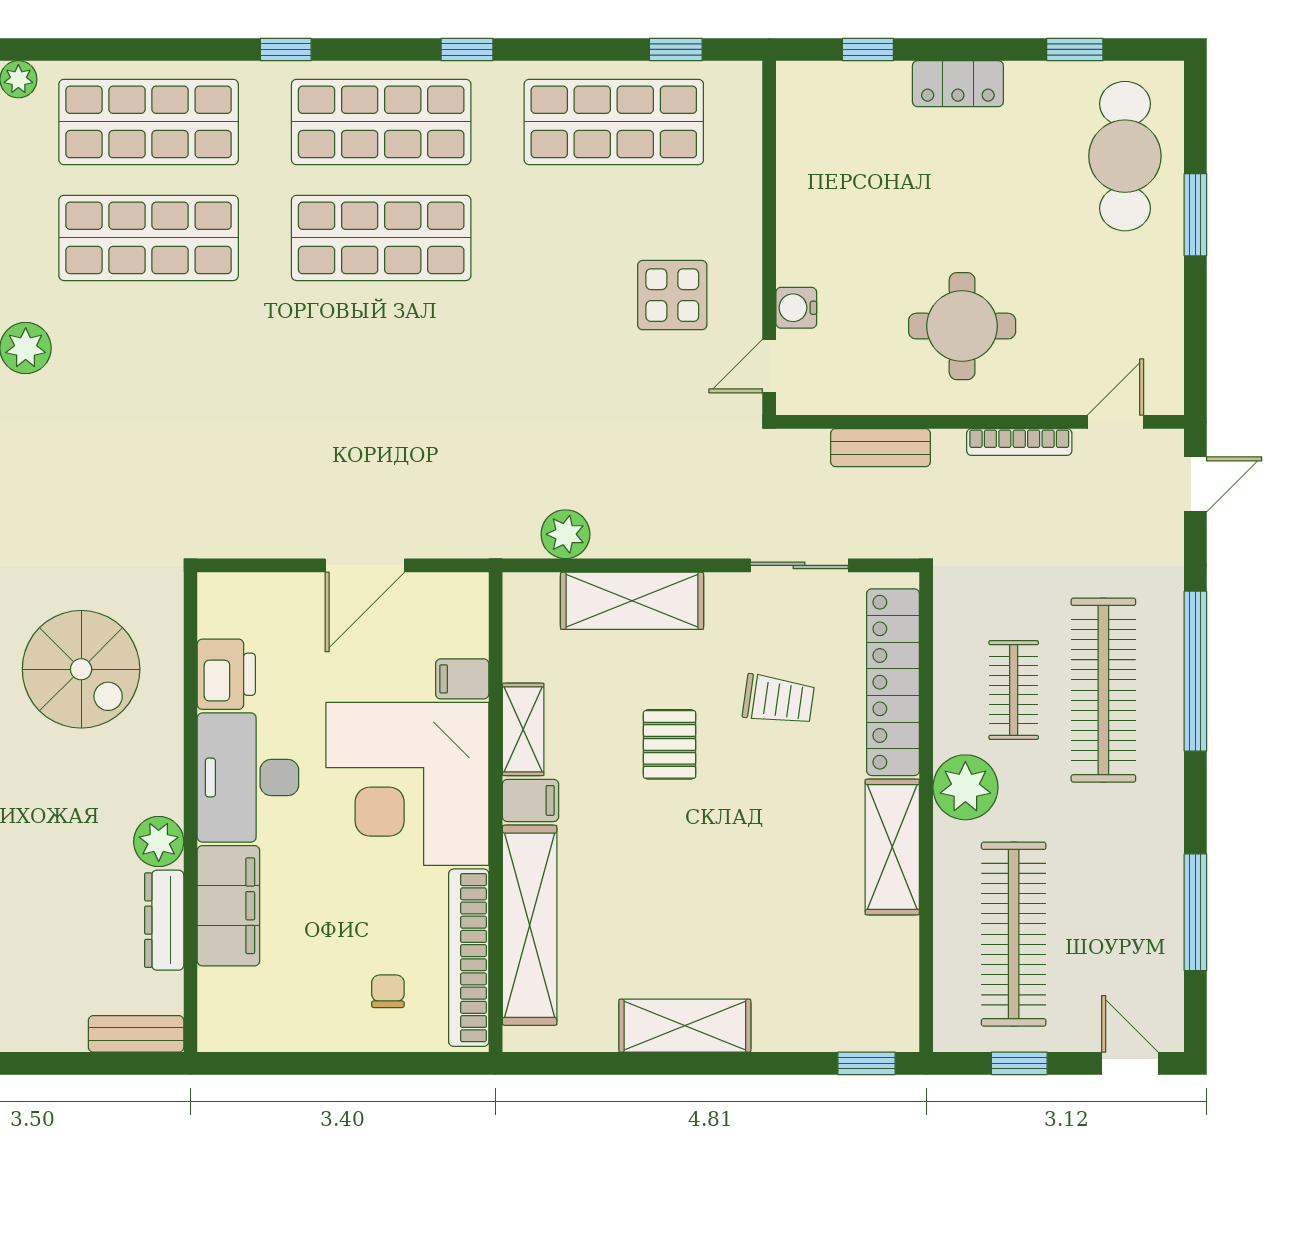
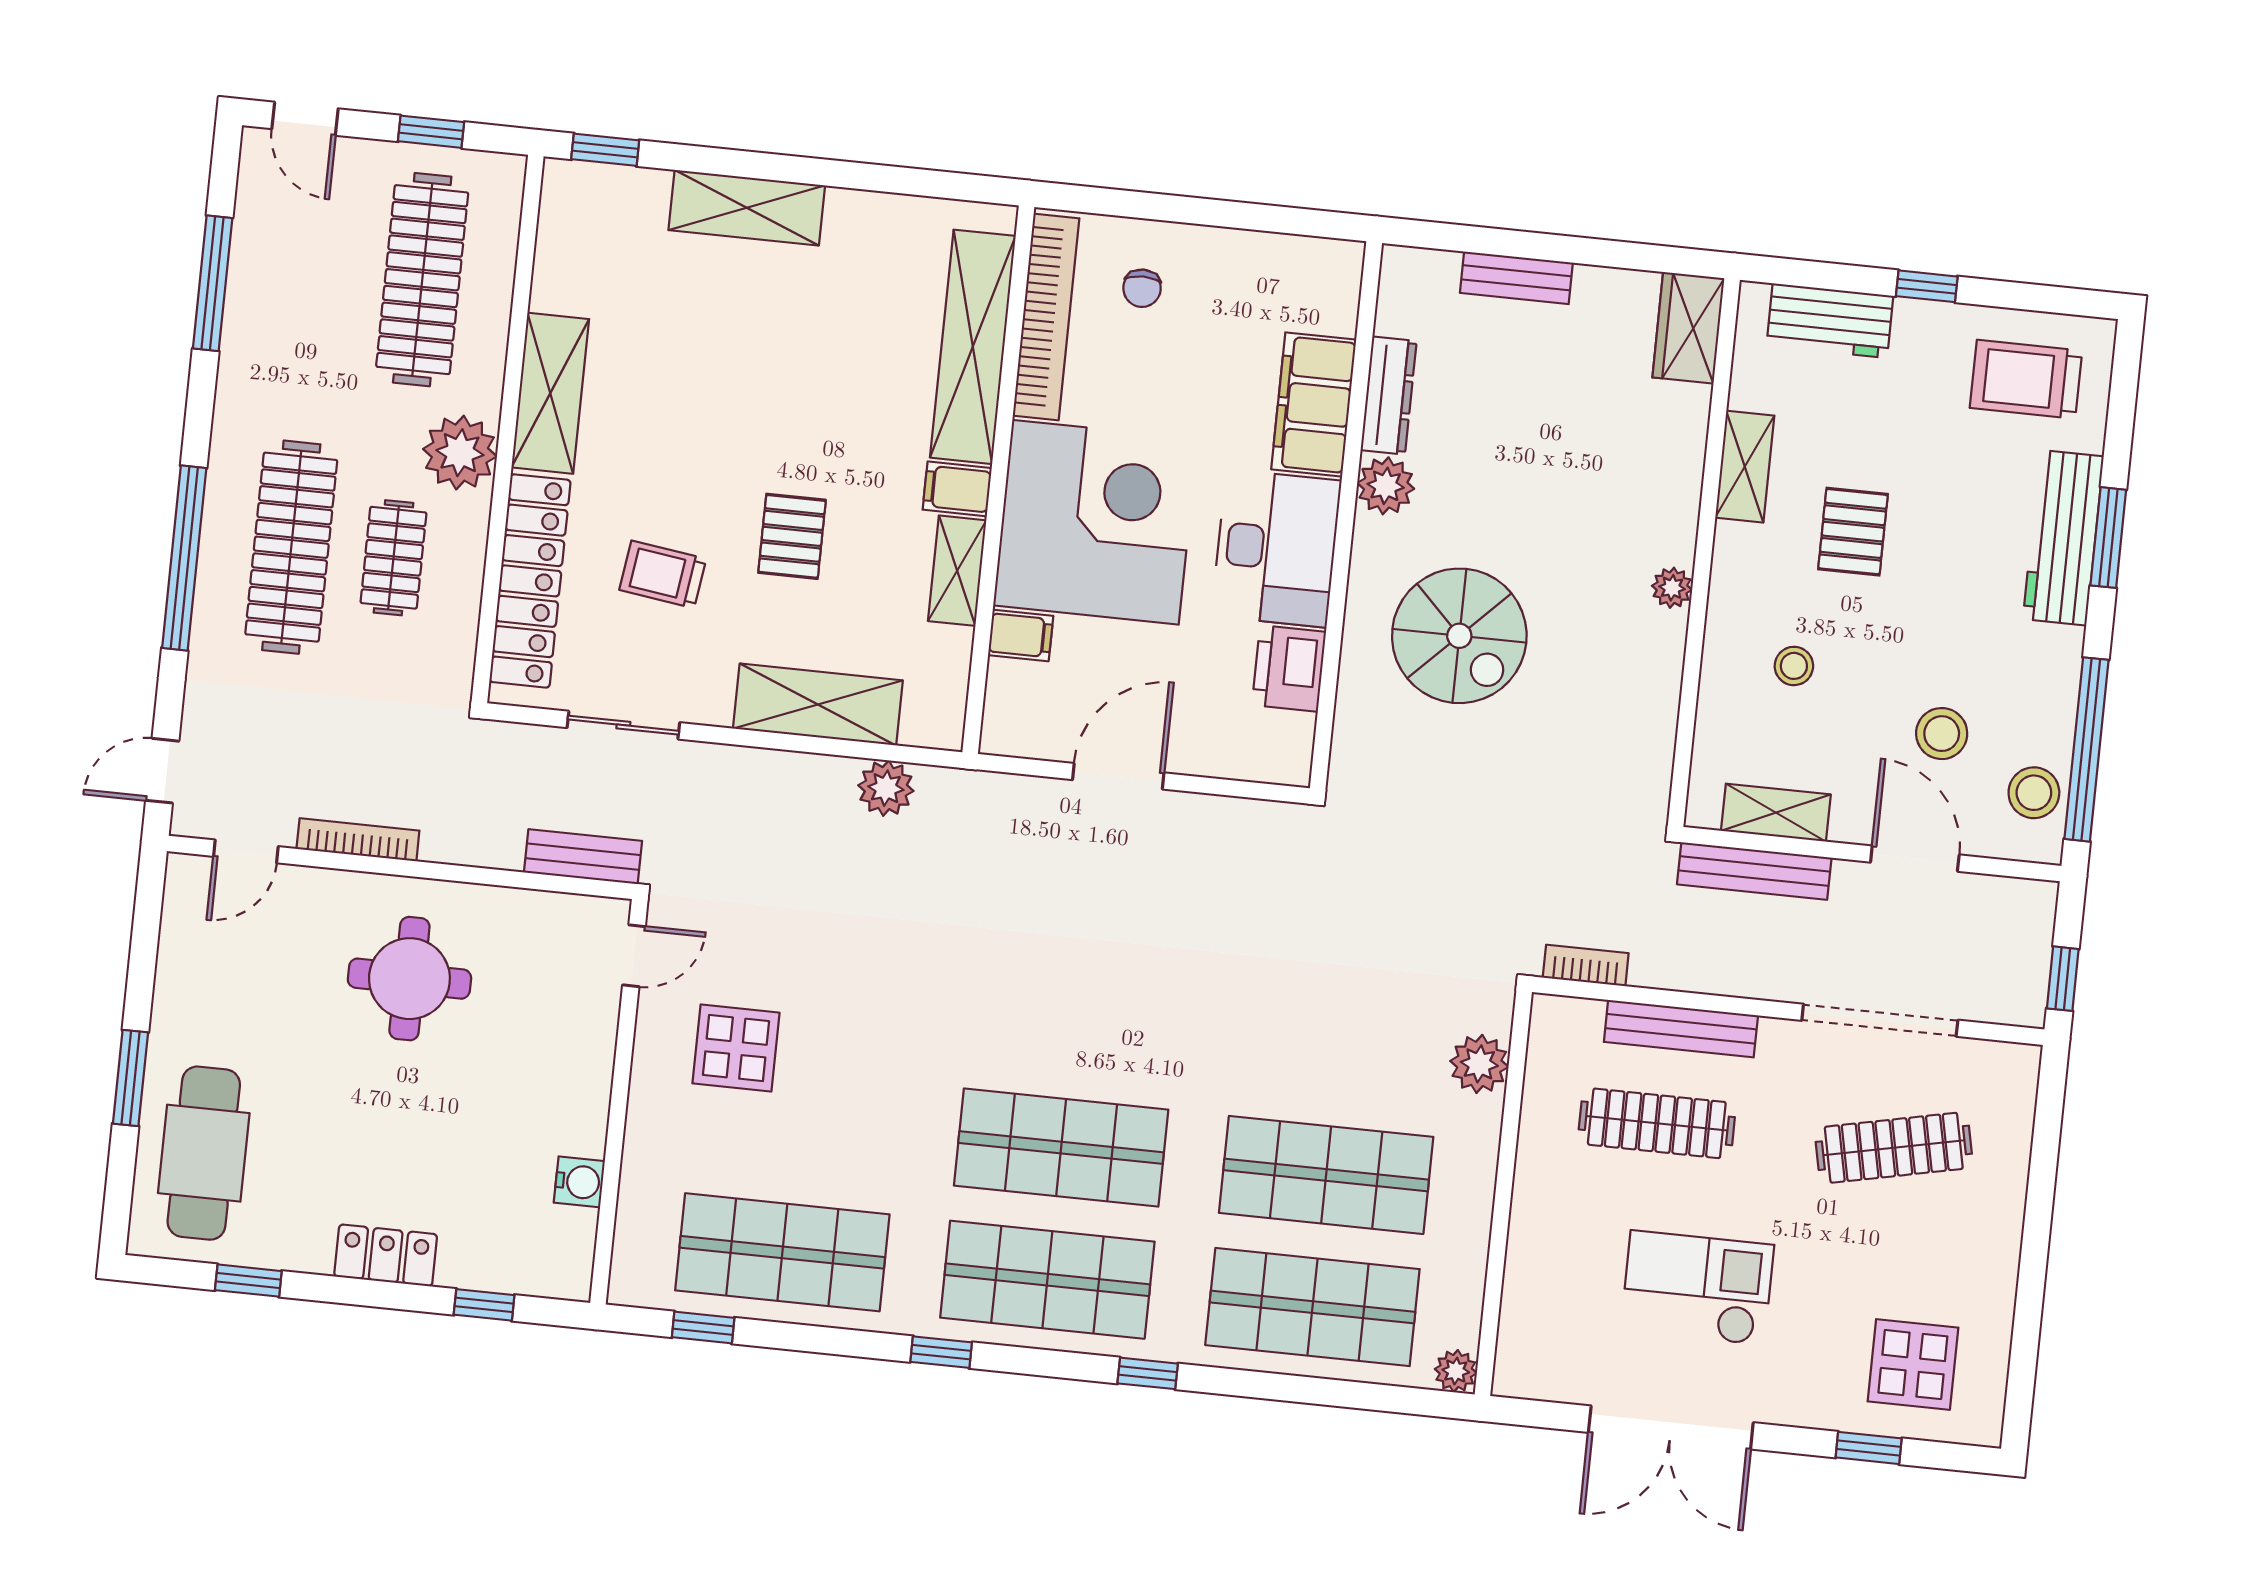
water cooler: (796, 308) -> (579, 1182), moved
bench: (880, 448) -> (583, 857), moved
spiral stairs: (81, 669) -> (1459, 636), moved, turned 180
shelving: (685, 1026) -> (747, 208), moved
bench: (136, 1034) -> (1516, 278), moved

